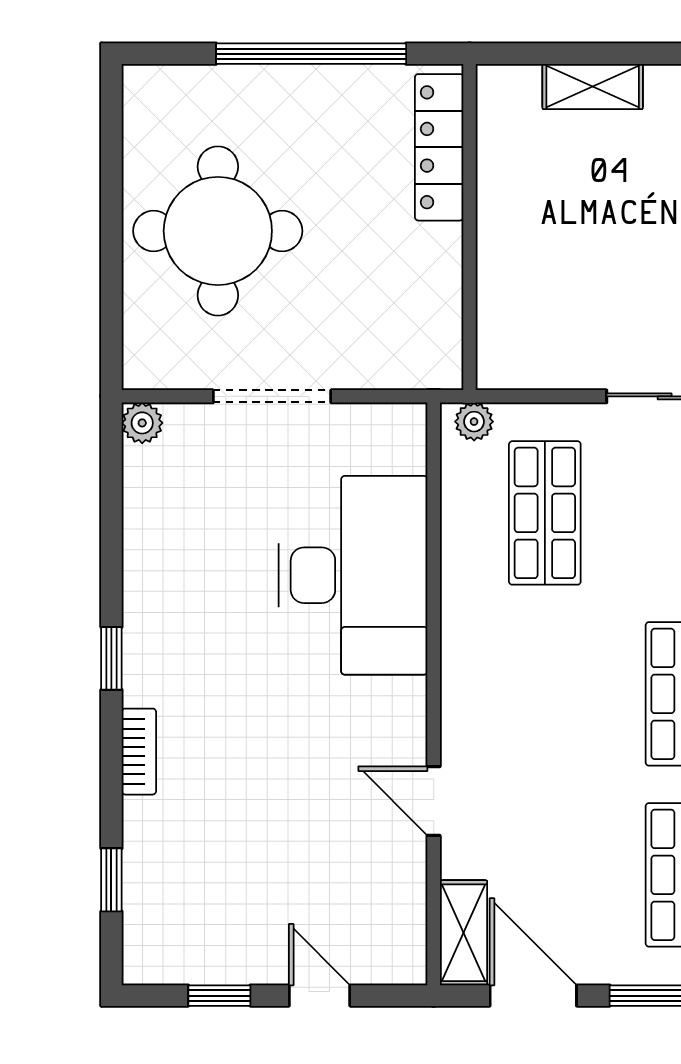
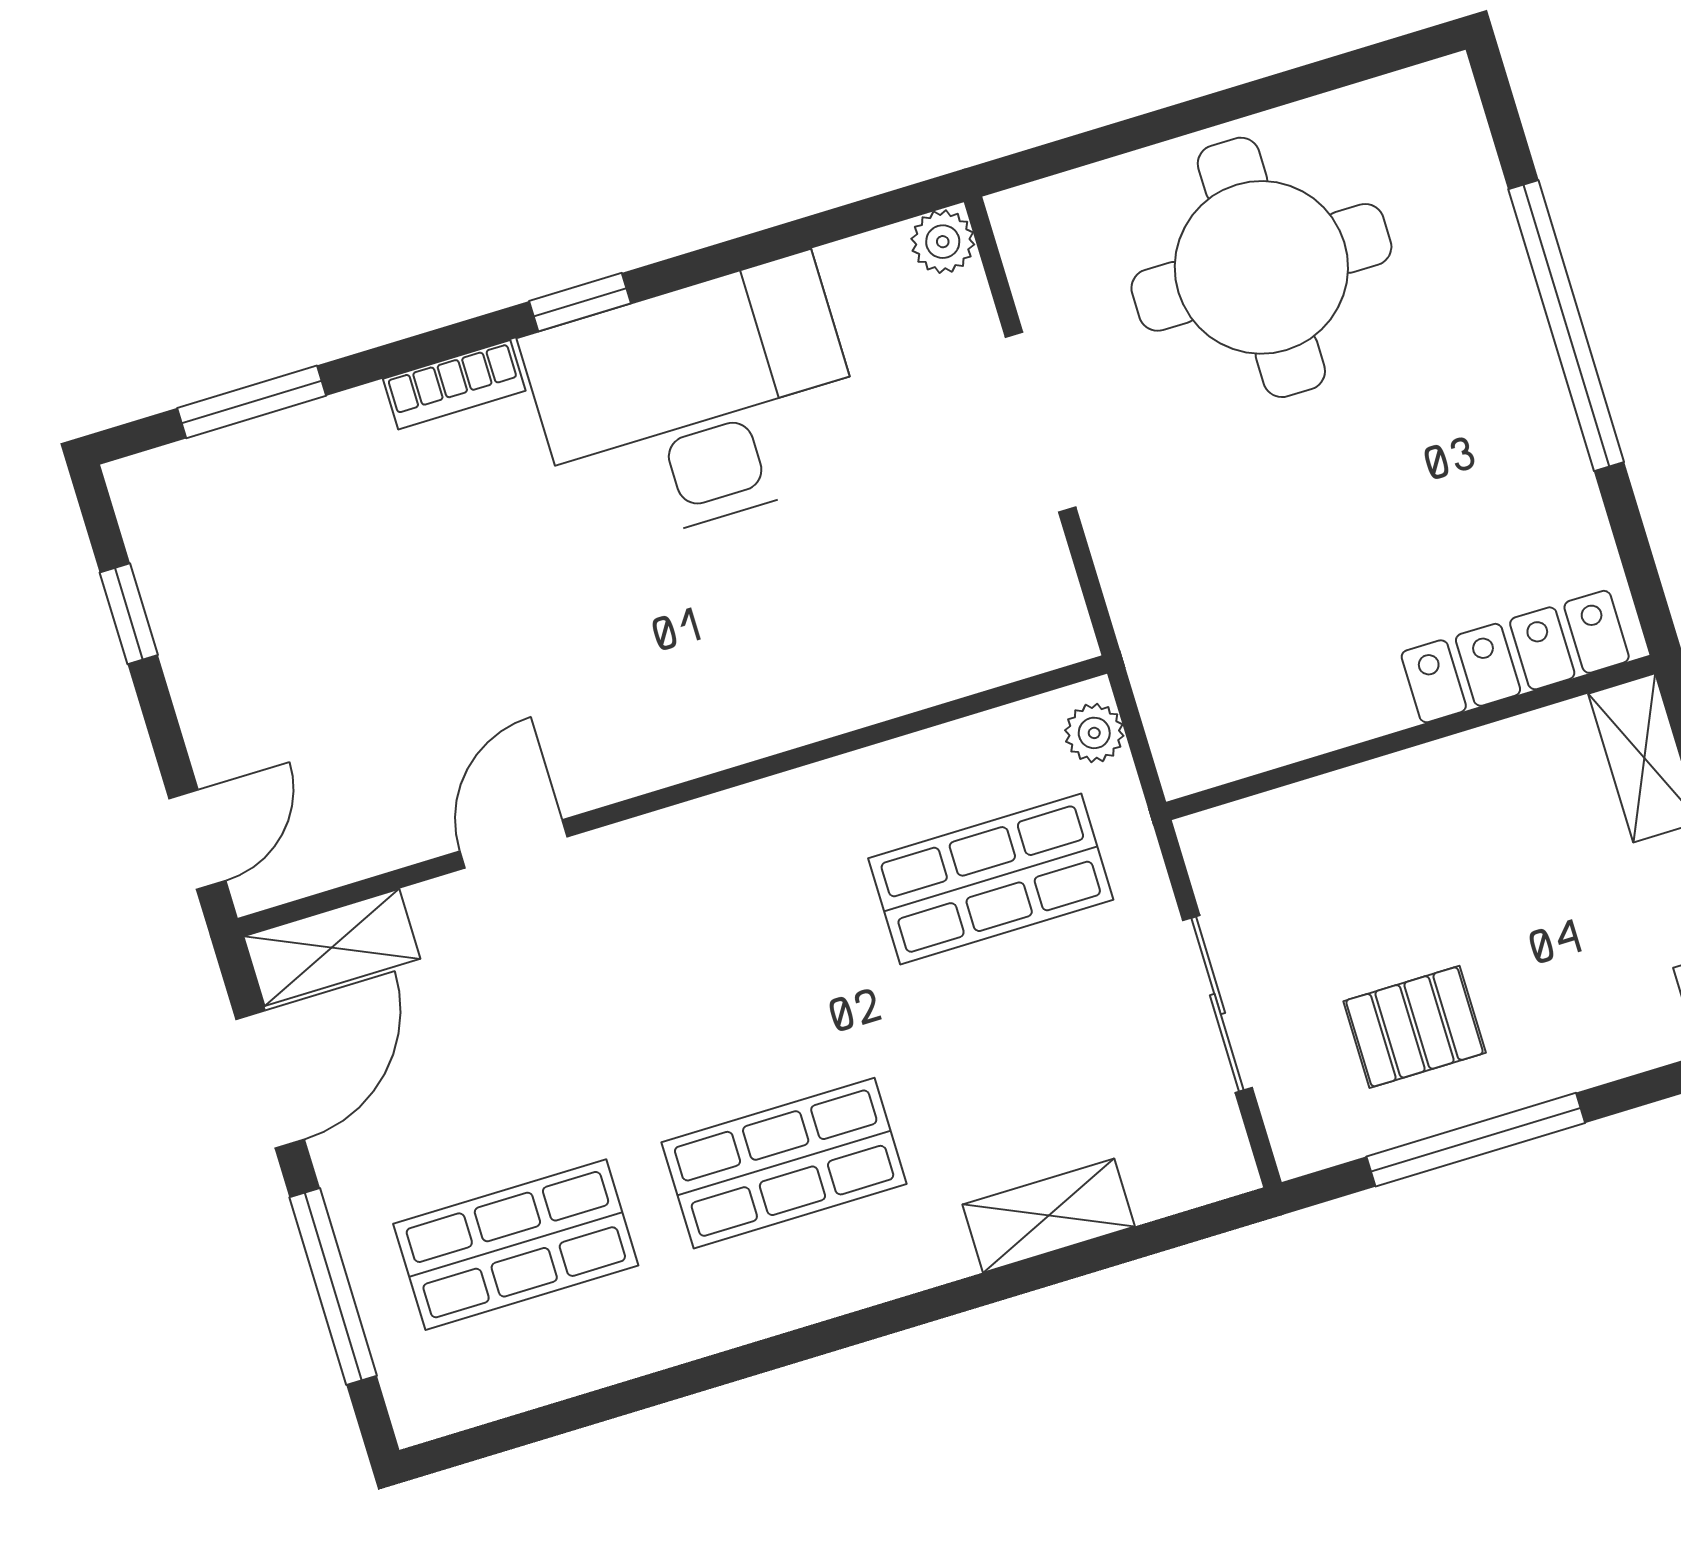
locker: (439, 147) -> (1515, 657), moved
wall: (470, 227) -> (1411, 738), moved
desk: (353, 575) -> (697, 404), moved, turned 180
window: (111, 880) -> (252, 402), width x1.50
door: (320, 996) -> (197, 840), moved

